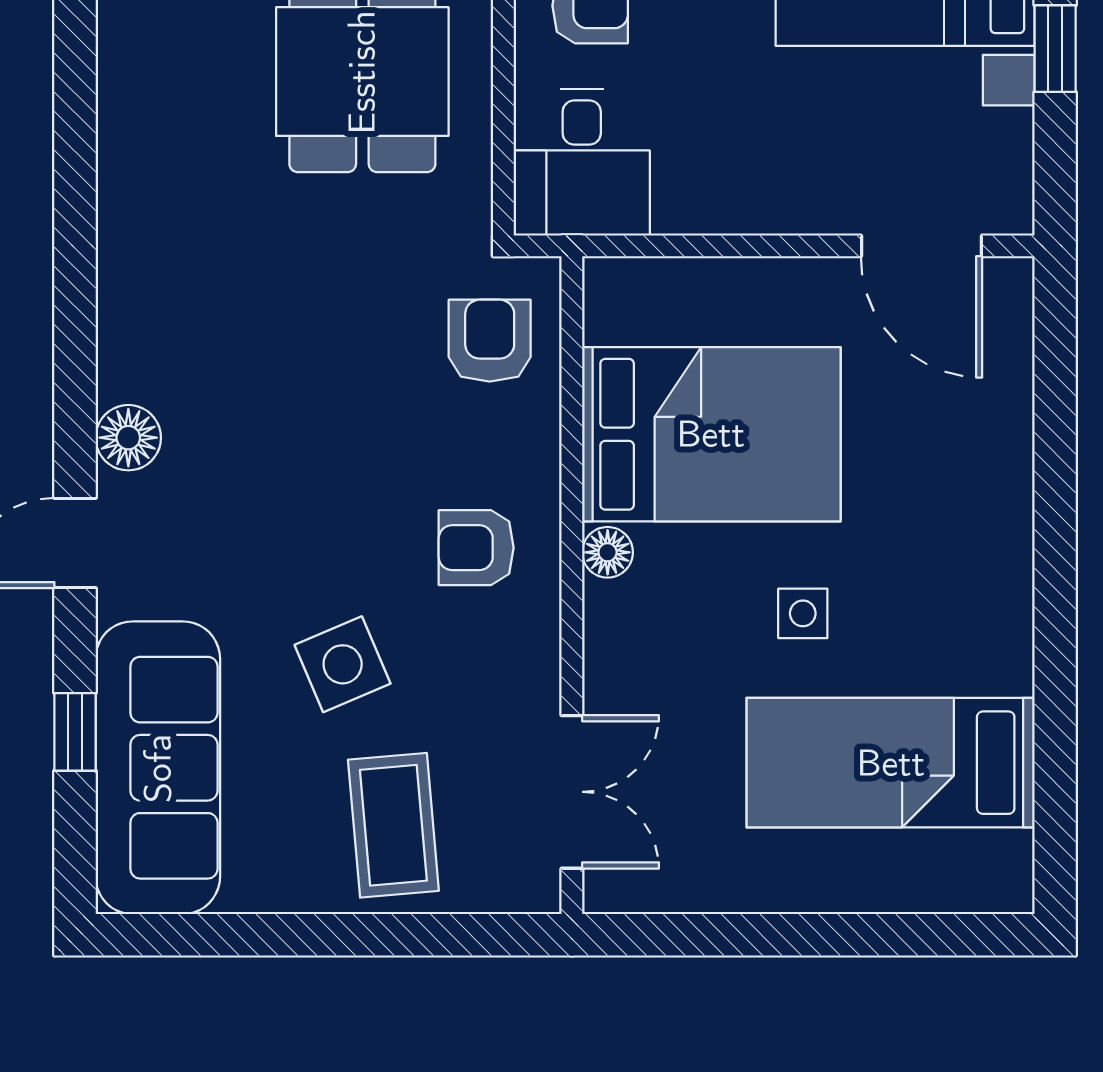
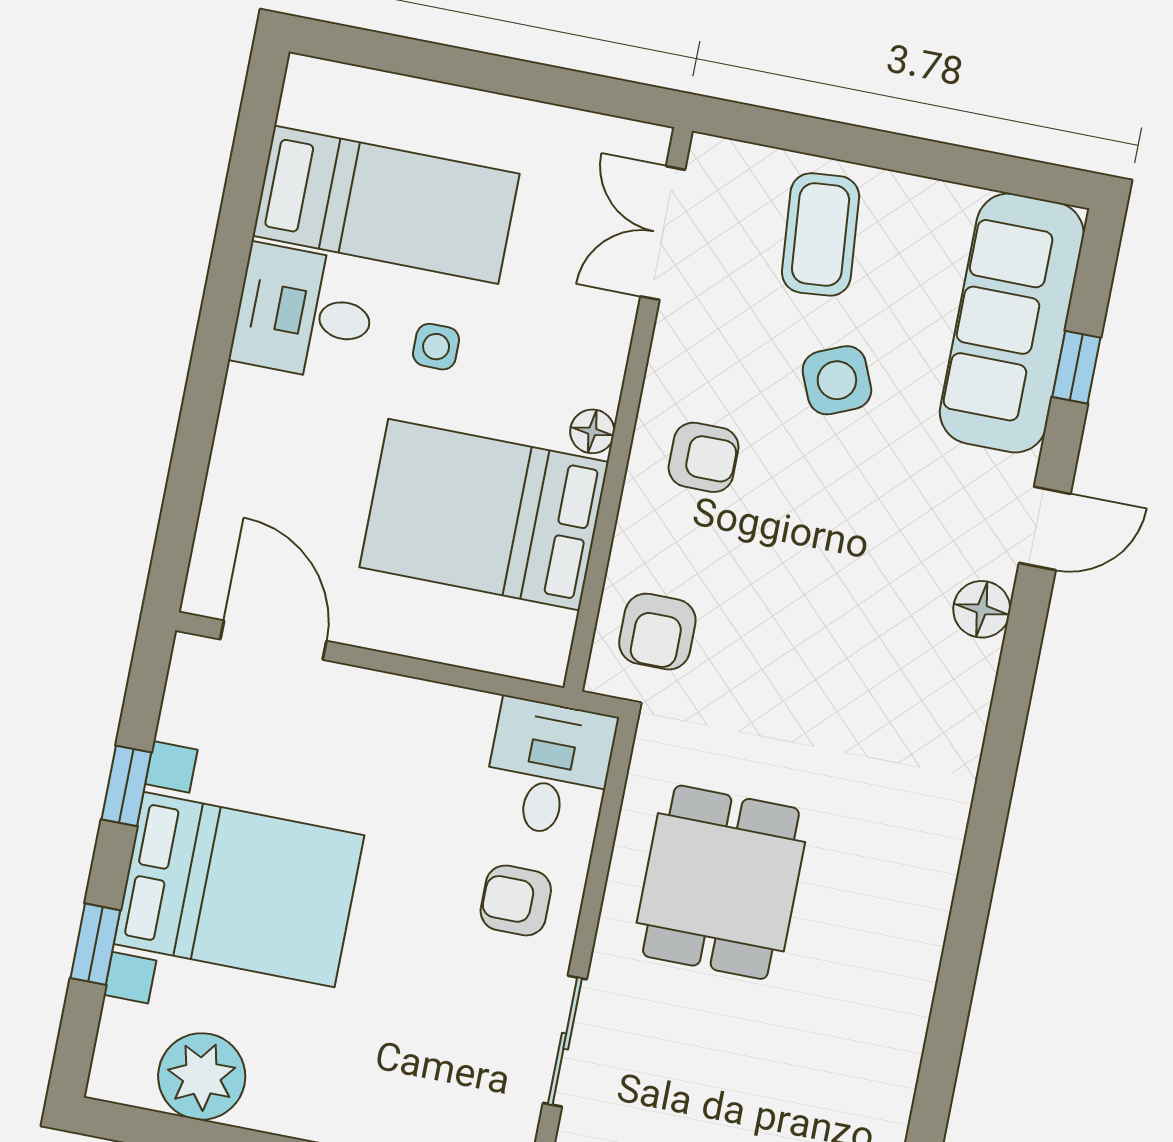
desk: (959, 622) -> (304, 313), added

